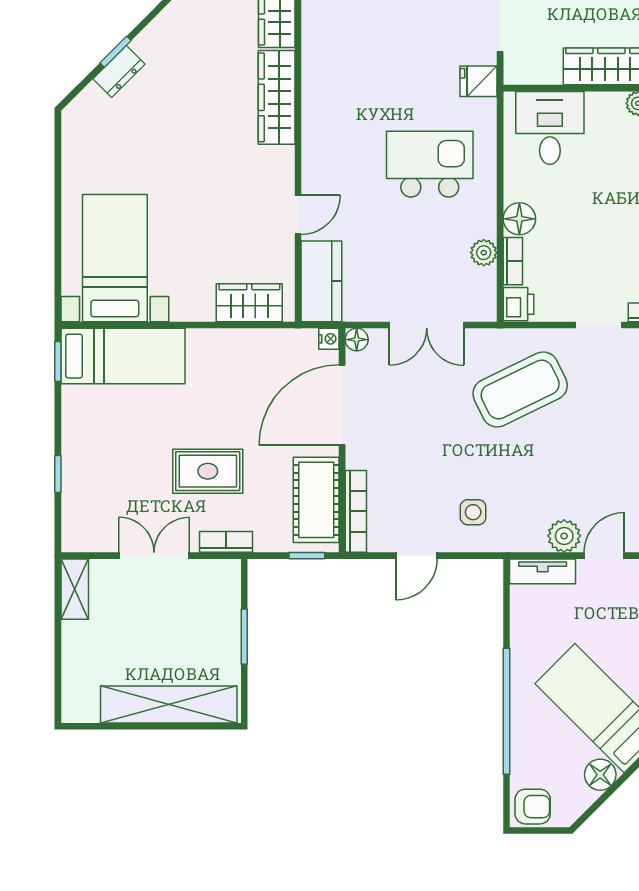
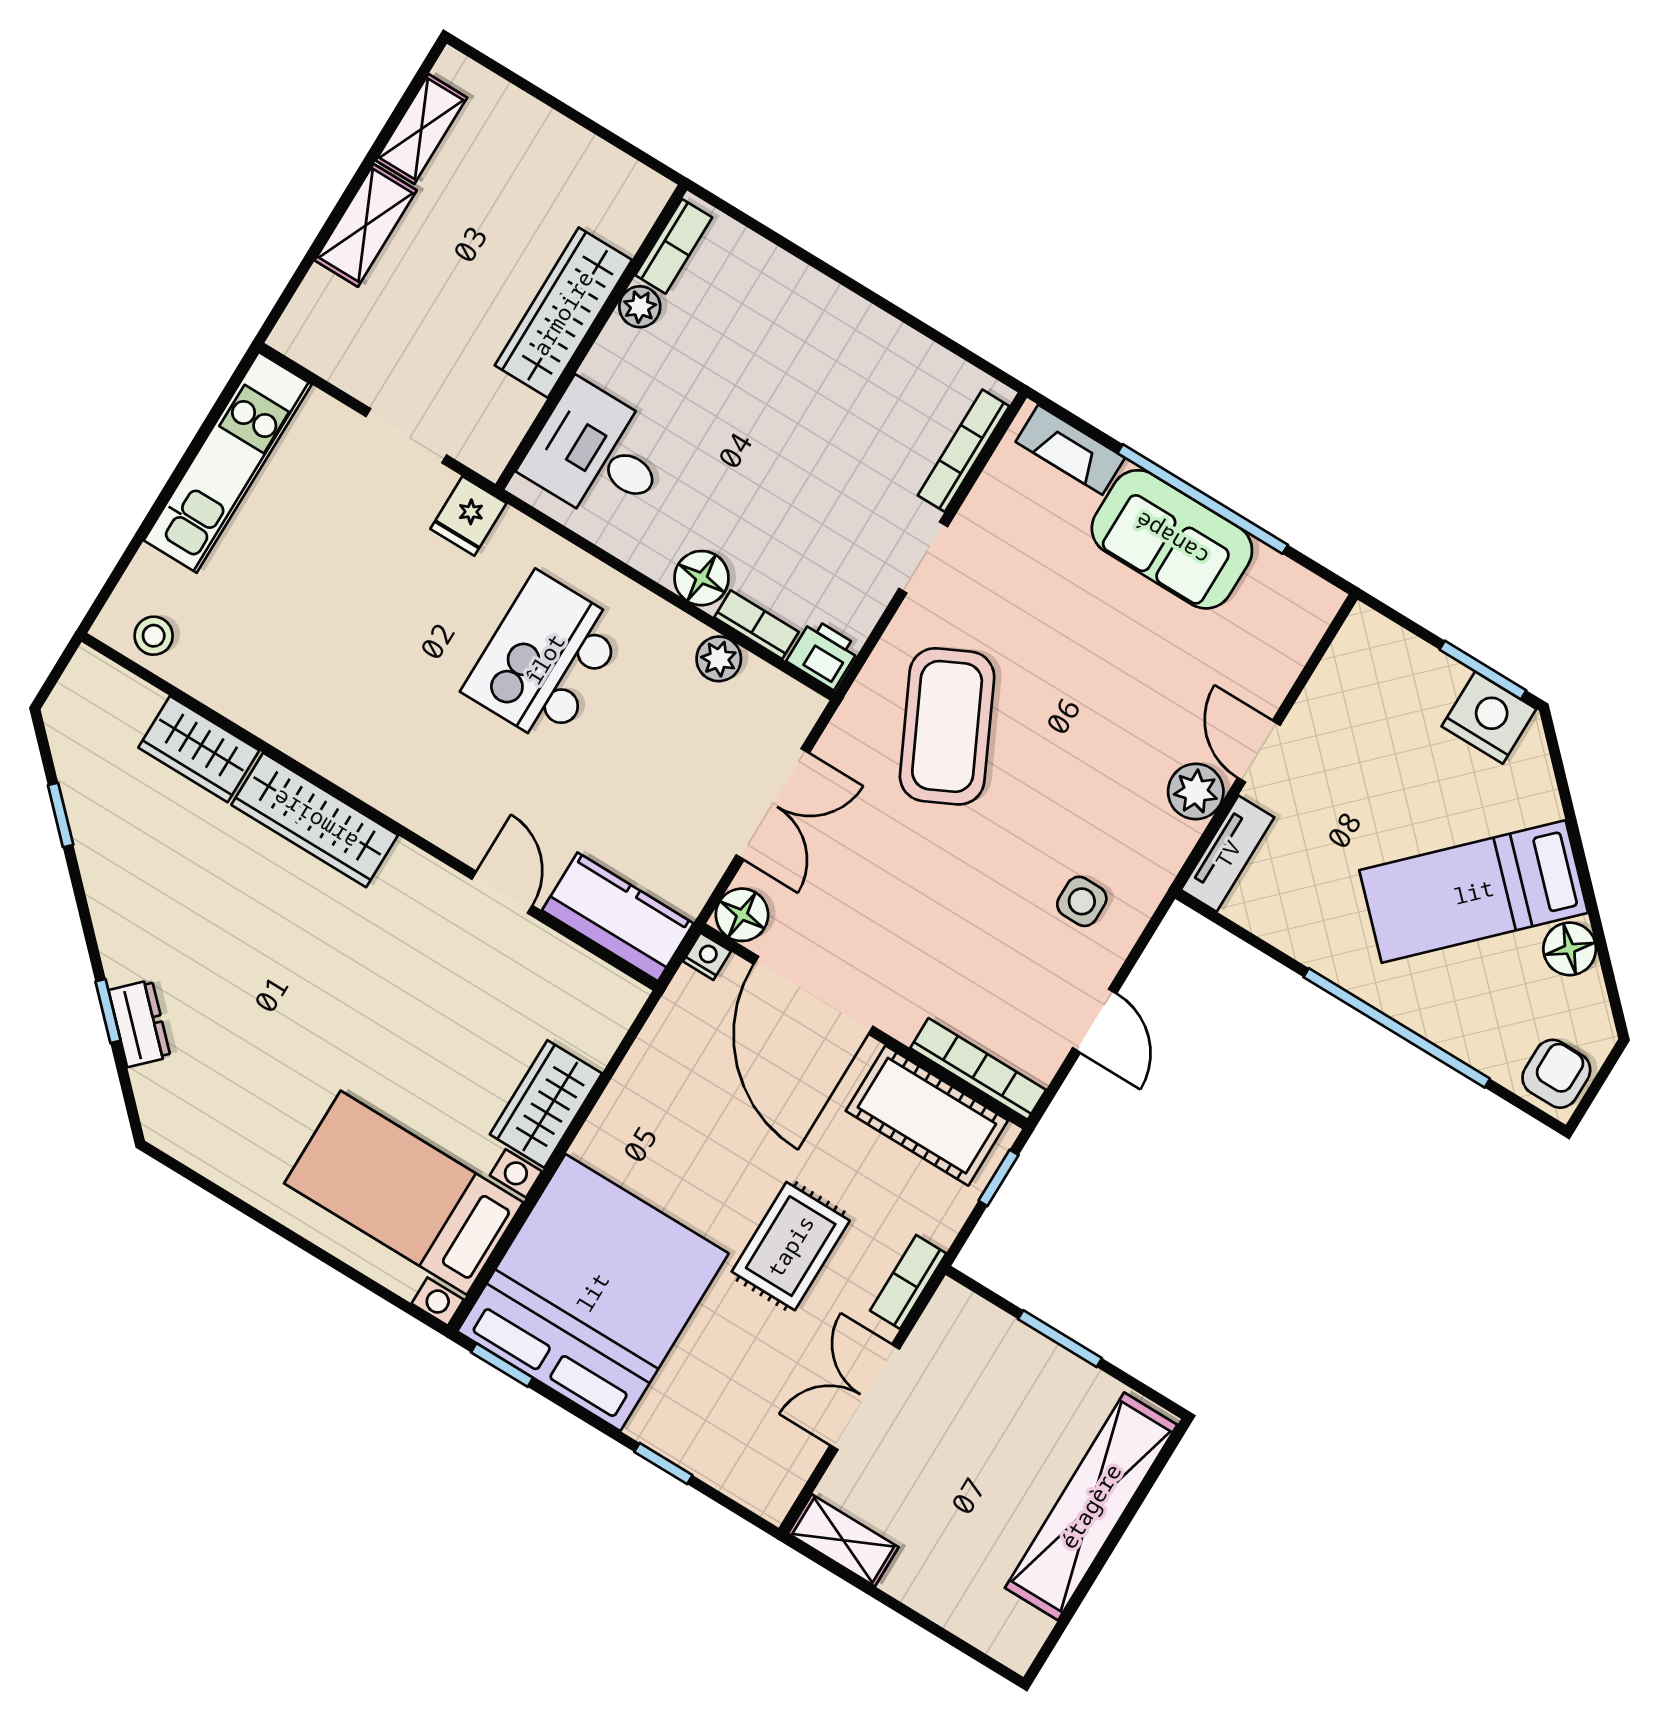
wardrobe: (249, 303) -> (546, 1104), moved
floor lamp: (357, 340) -> (742, 915), width x1.37, depth x1.37
bed: (123, 356) -> (593, 1292), width x2.04

